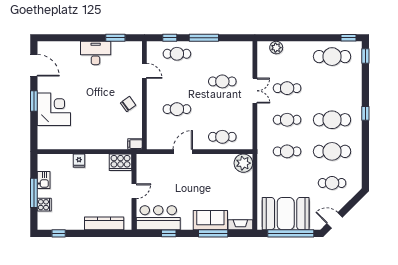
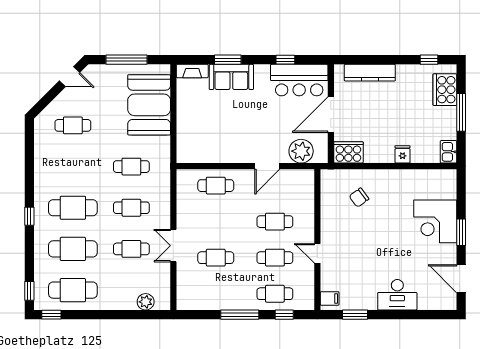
desk: (96, 53) -> (397, 295), moved
door: (144, 71) -> (317, 253), moved
cafe table: (177, 81) -> (275, 258), added
chair: (128, 104) -> (359, 198), moved
filing cabinet: (135, 144) -> (330, 298), moved
cafe table: (332, 151) -> (73, 249), moved
plant: (243, 163) -> (301, 151), moved
kitchen sink: (44, 180) -> (449, 152), moved
door: (134, 191) -> (331, 115), width x1.88
cooker: (44, 205) -> (445, 90), width x1.87, depth x1.31
booth: (286, 214) -> (149, 105), moved, turned 90
window: (213, 233) -> (228, 60), width x0.69
window: (291, 233) -> (127, 60), width x0.68

